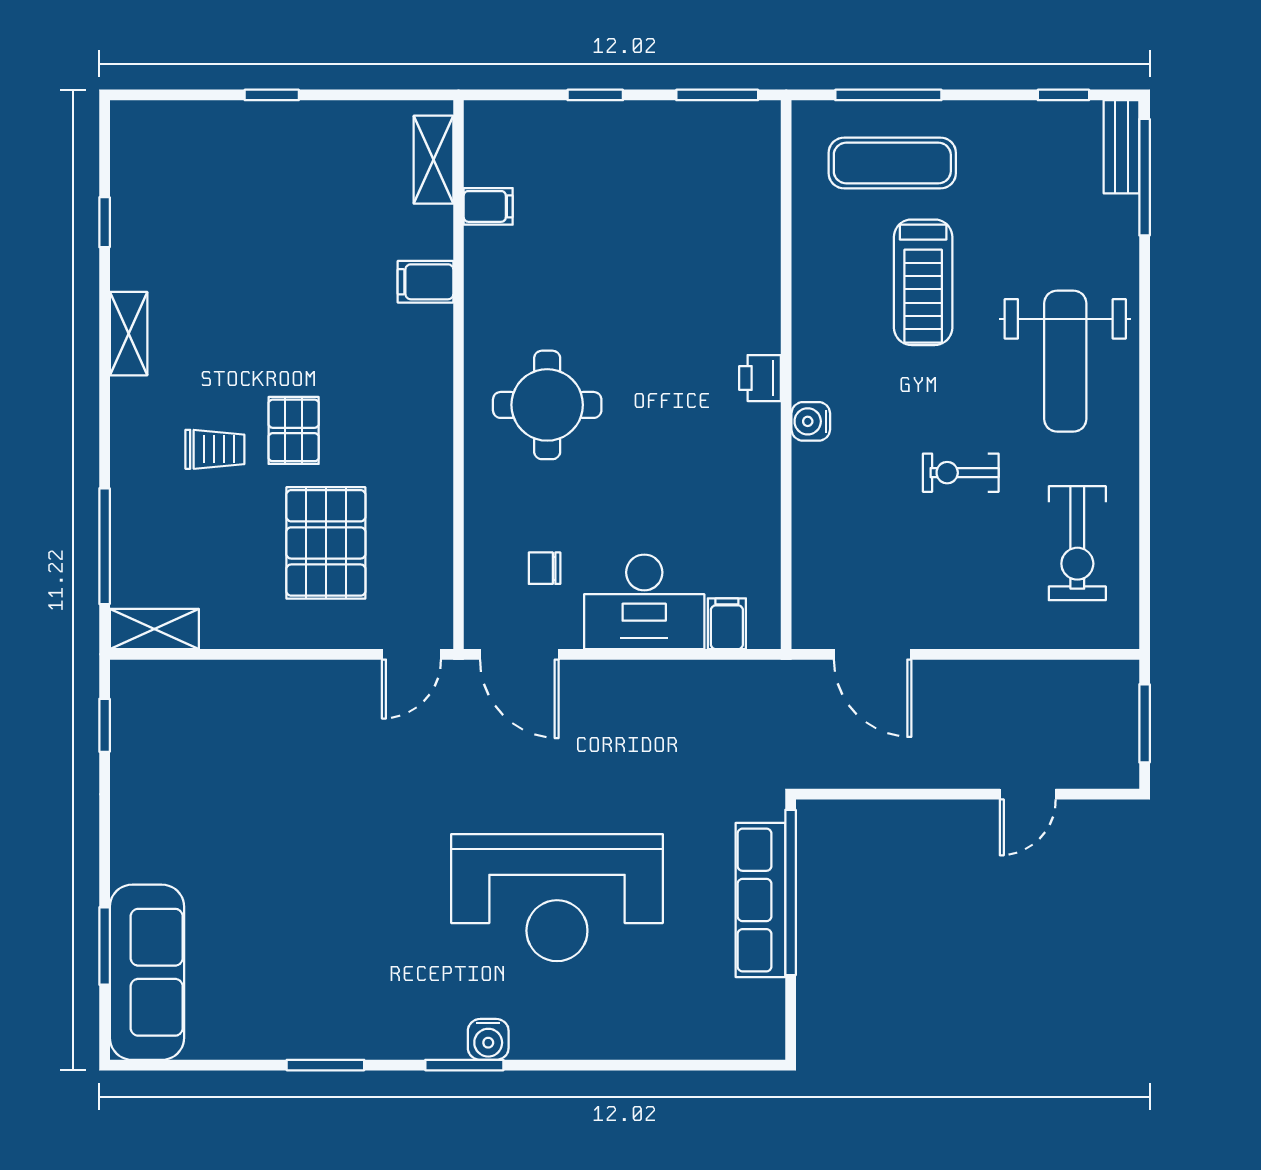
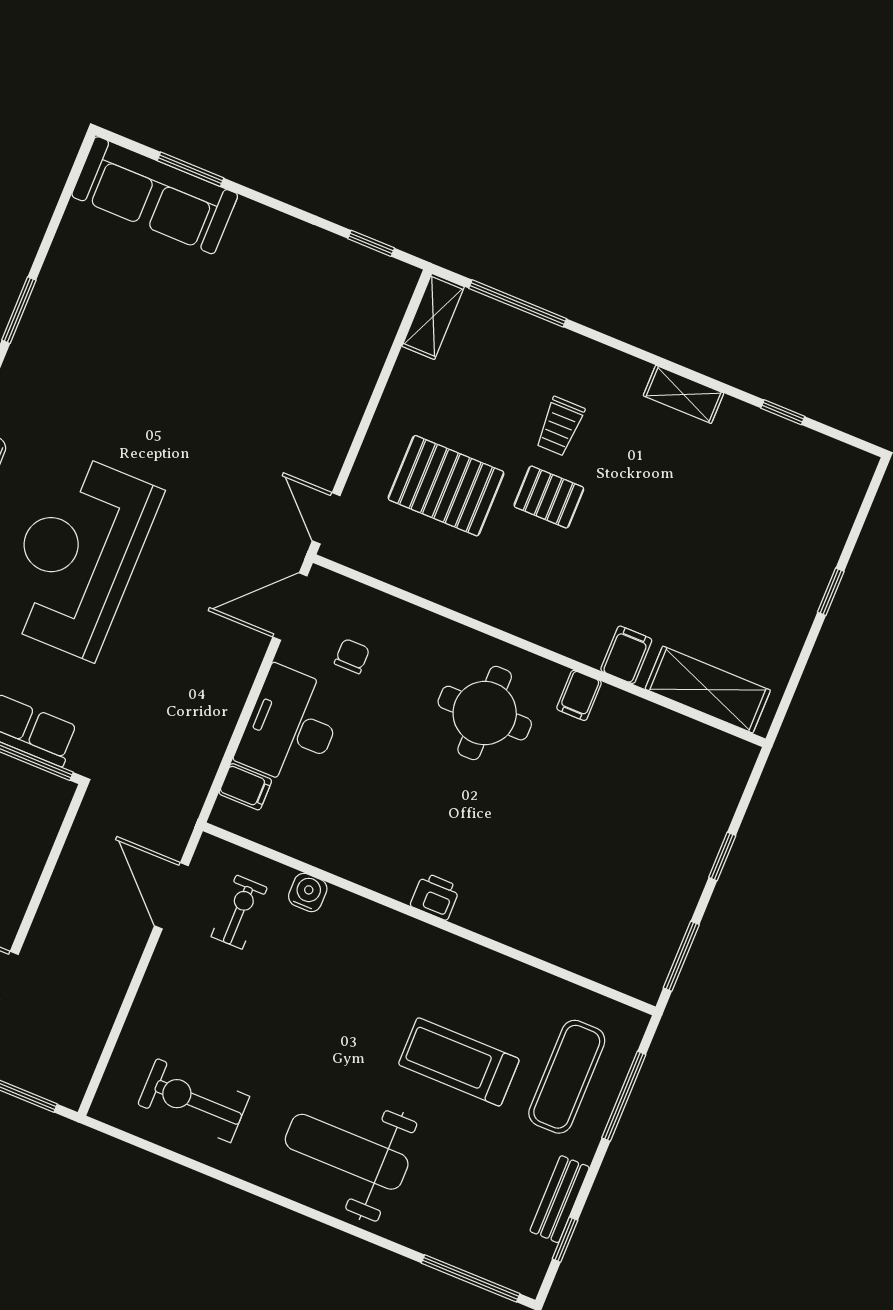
bench: (1122, 147) -> (560, 1199), moved, turned 90
shelving: (433, 160) -> (708, 690), width x1.50, depth x1.33
filing cabinet: (488, 206) -> (579, 695), moved
water cooler: (811, 421) -> (308, 892), moved
exercise bike: (961, 473) -> (239, 912), moved
door: (873, 654) -> (171, 896), hinge flipped

